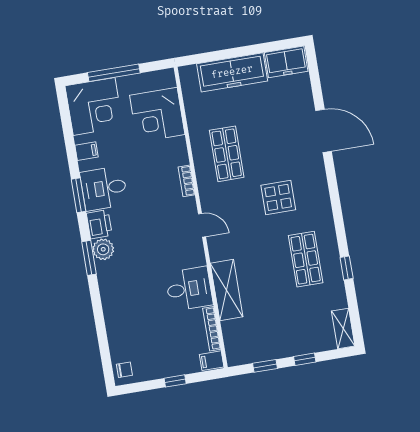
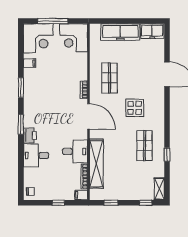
corner desk: (157, 115) -> (74, 38), moved
desk: (104, 188) -> (36, 155), moved
printer: (99, 224) -> (30, 135), moved
door: (202, 225) -> (89, 116), width x1.87
plant: (103, 249) -> (30, 121), removed
shelving: (227, 290) -> (96, 164), width x1.47
window: (305, 359) -> (146, 203), moved

